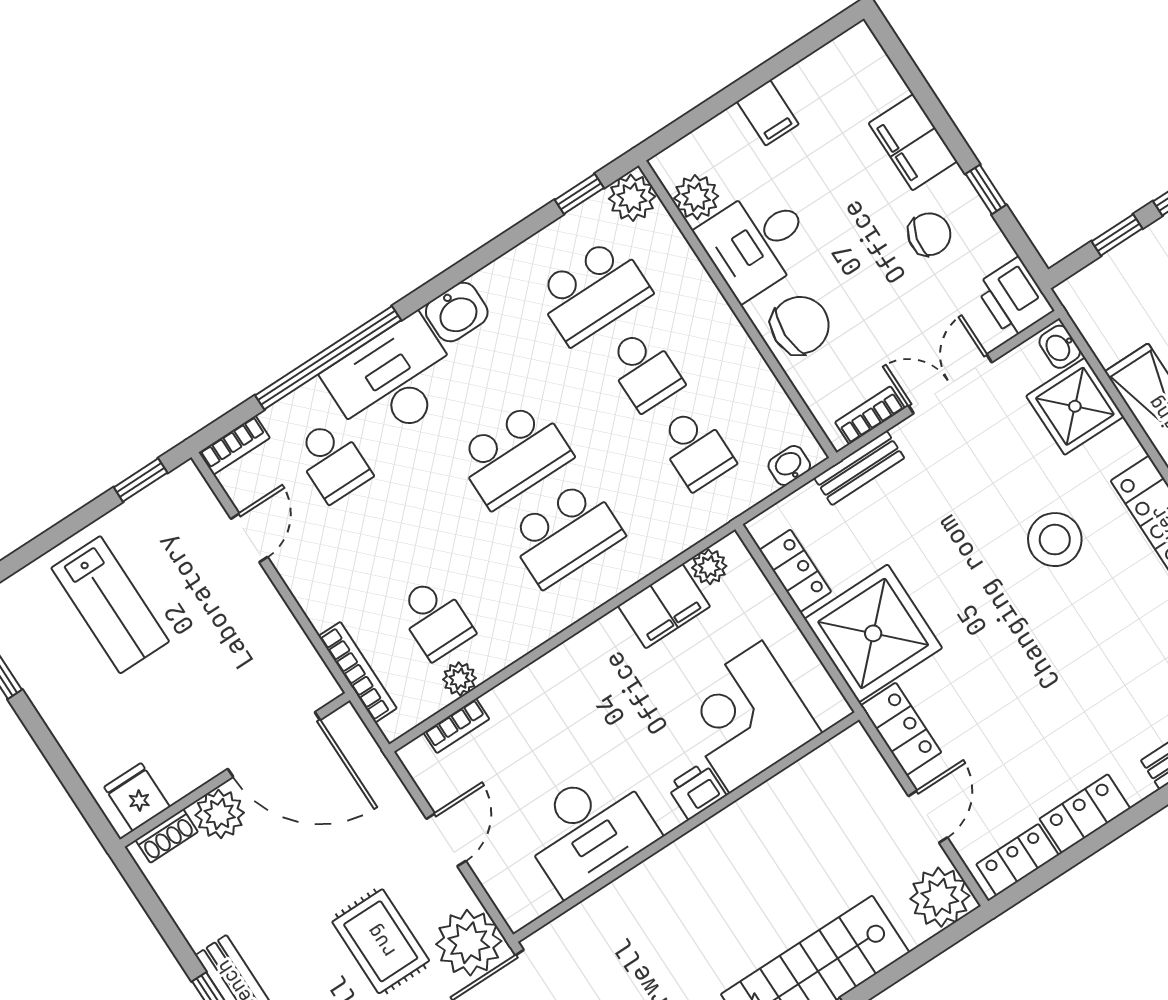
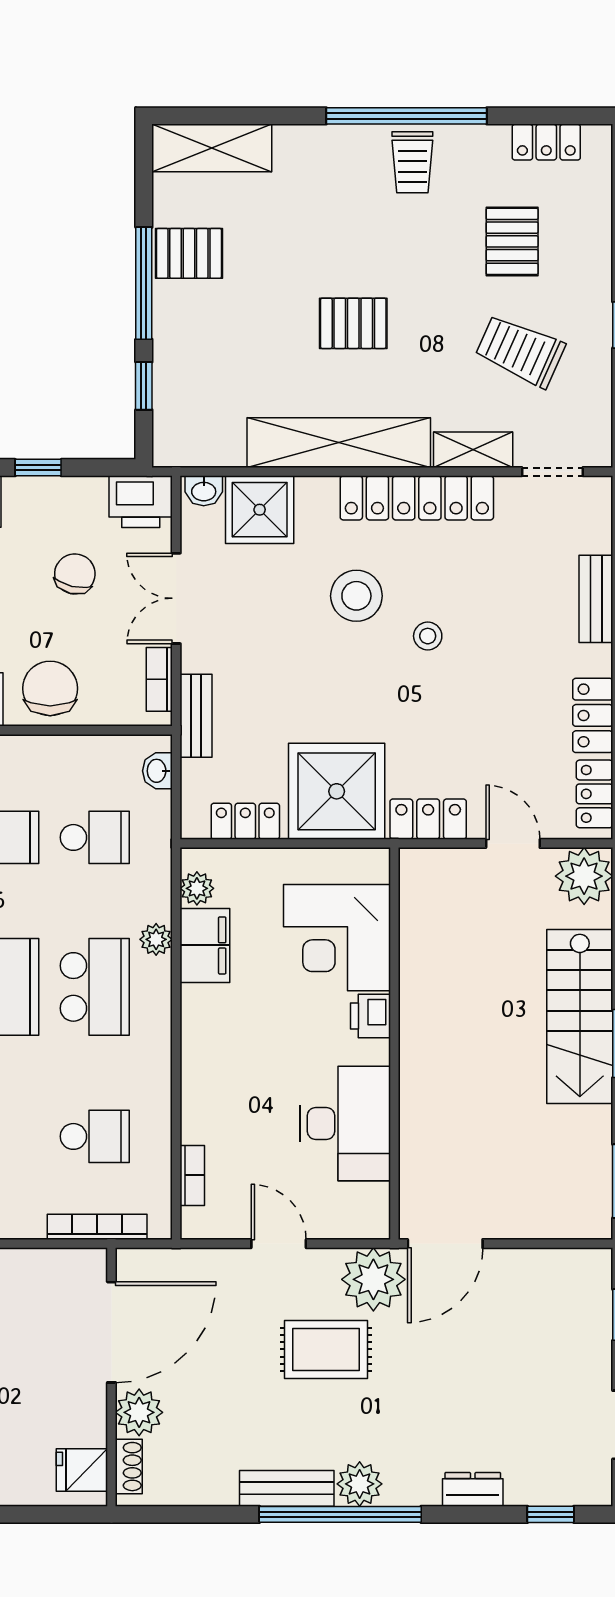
chair: (929, 234) -> (75, 574), moved
stool: (1060, 625) -> (428, 636), added
plant: (459, 679) -> (156, 939), moved

